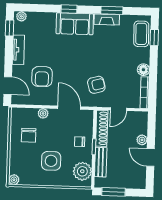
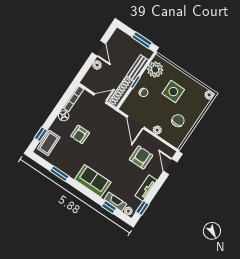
window: (69, 9) -> (109, 207), moved
fireplace: (107, 19) -> (115, 202), moved
armchair: (96, 85) -> (80, 134), moved, turned -75

